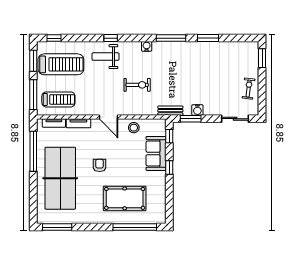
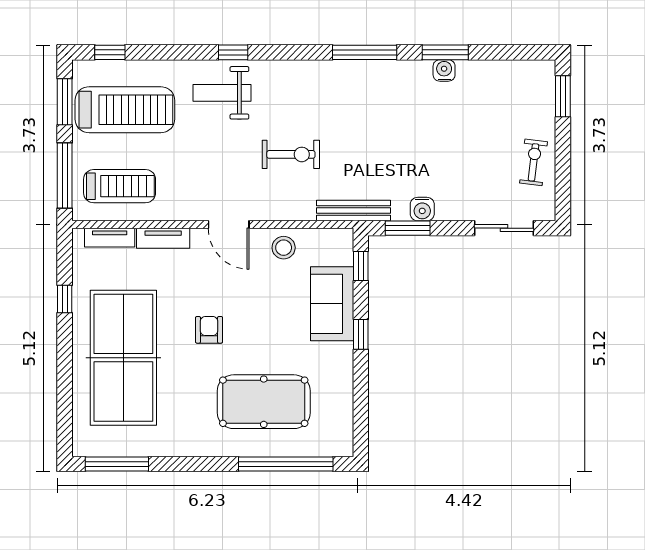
water cooler: (147, 46) -> (444, 70), moved
bench: (170, 111) -> (354, 211), width x1.36
window: (33, 151) -> (65, 299), width x0.32

